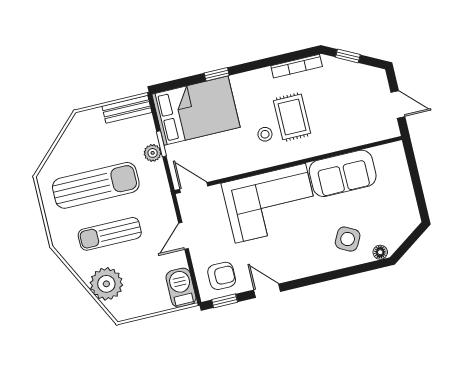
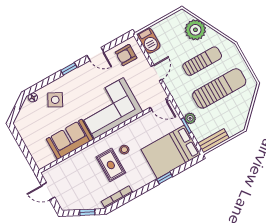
sun lounger: (96, 185) -> (219, 88), turned 180
window: (225, 301) -> (69, 69), moved

